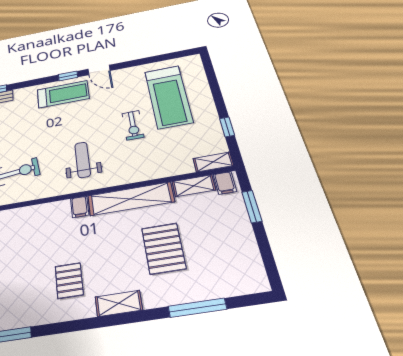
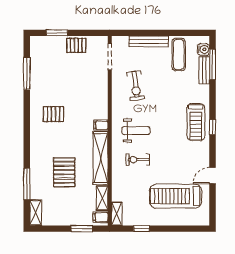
door: (99, 70) -> (213, 176), moved
exercise bike: (133, 125) -> (138, 160), moved
pallet: (164, 248) -> (64, 172), turned 90
shelving: (119, 303) -> (36, 213), moved

